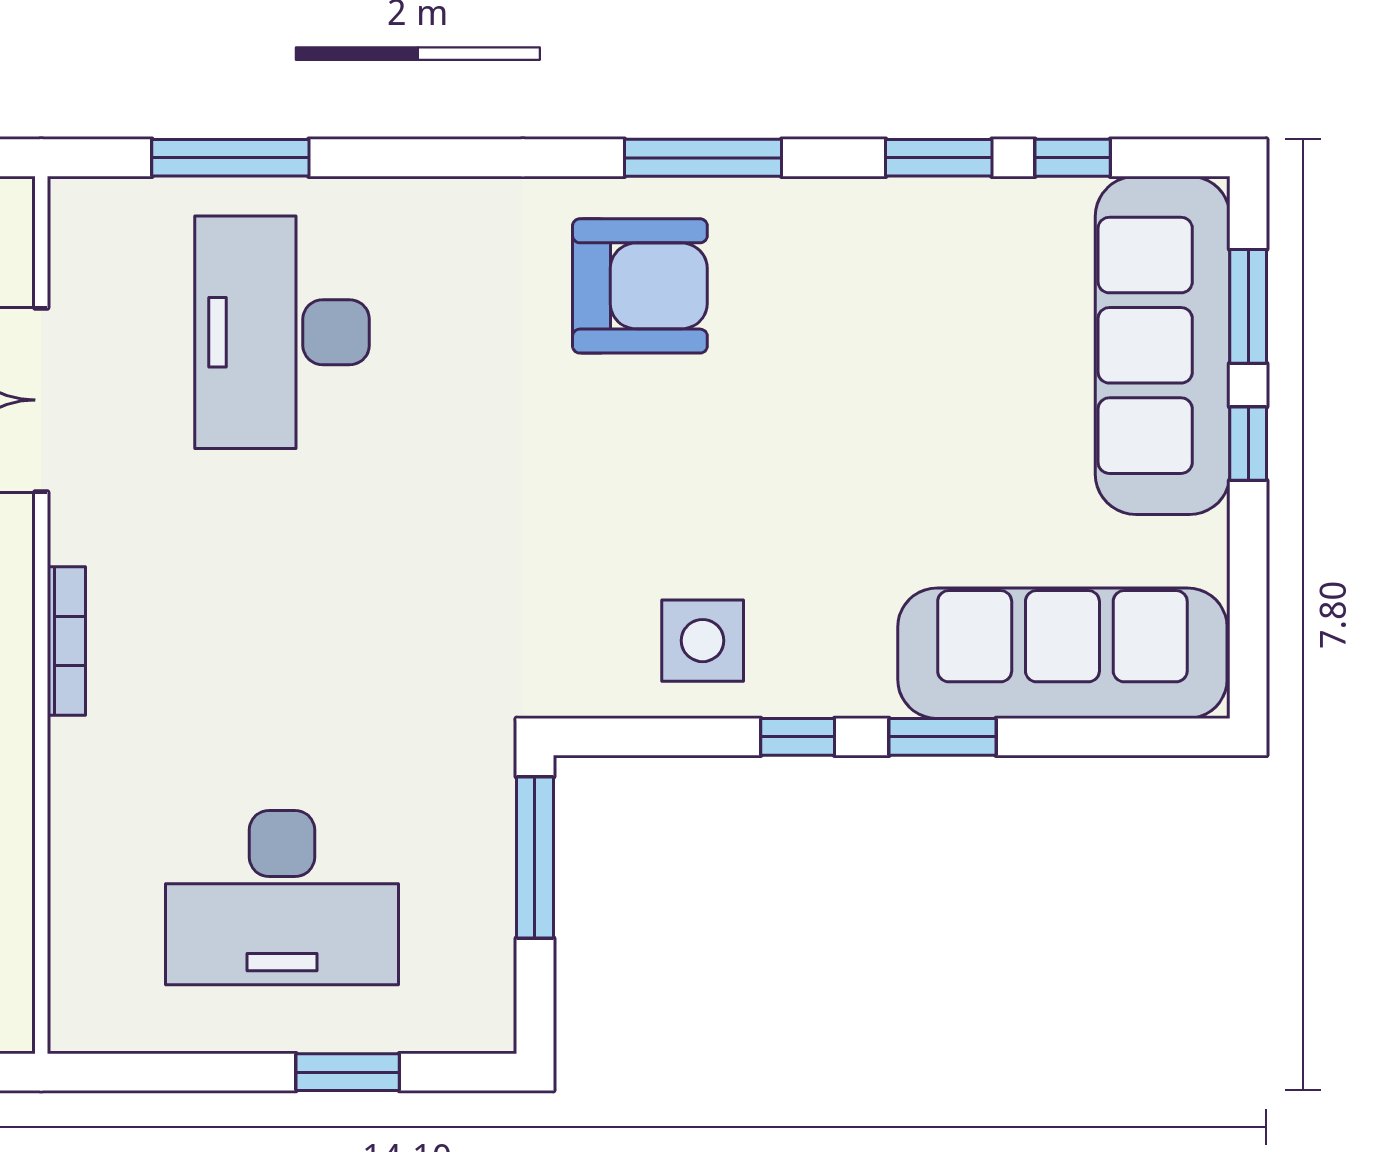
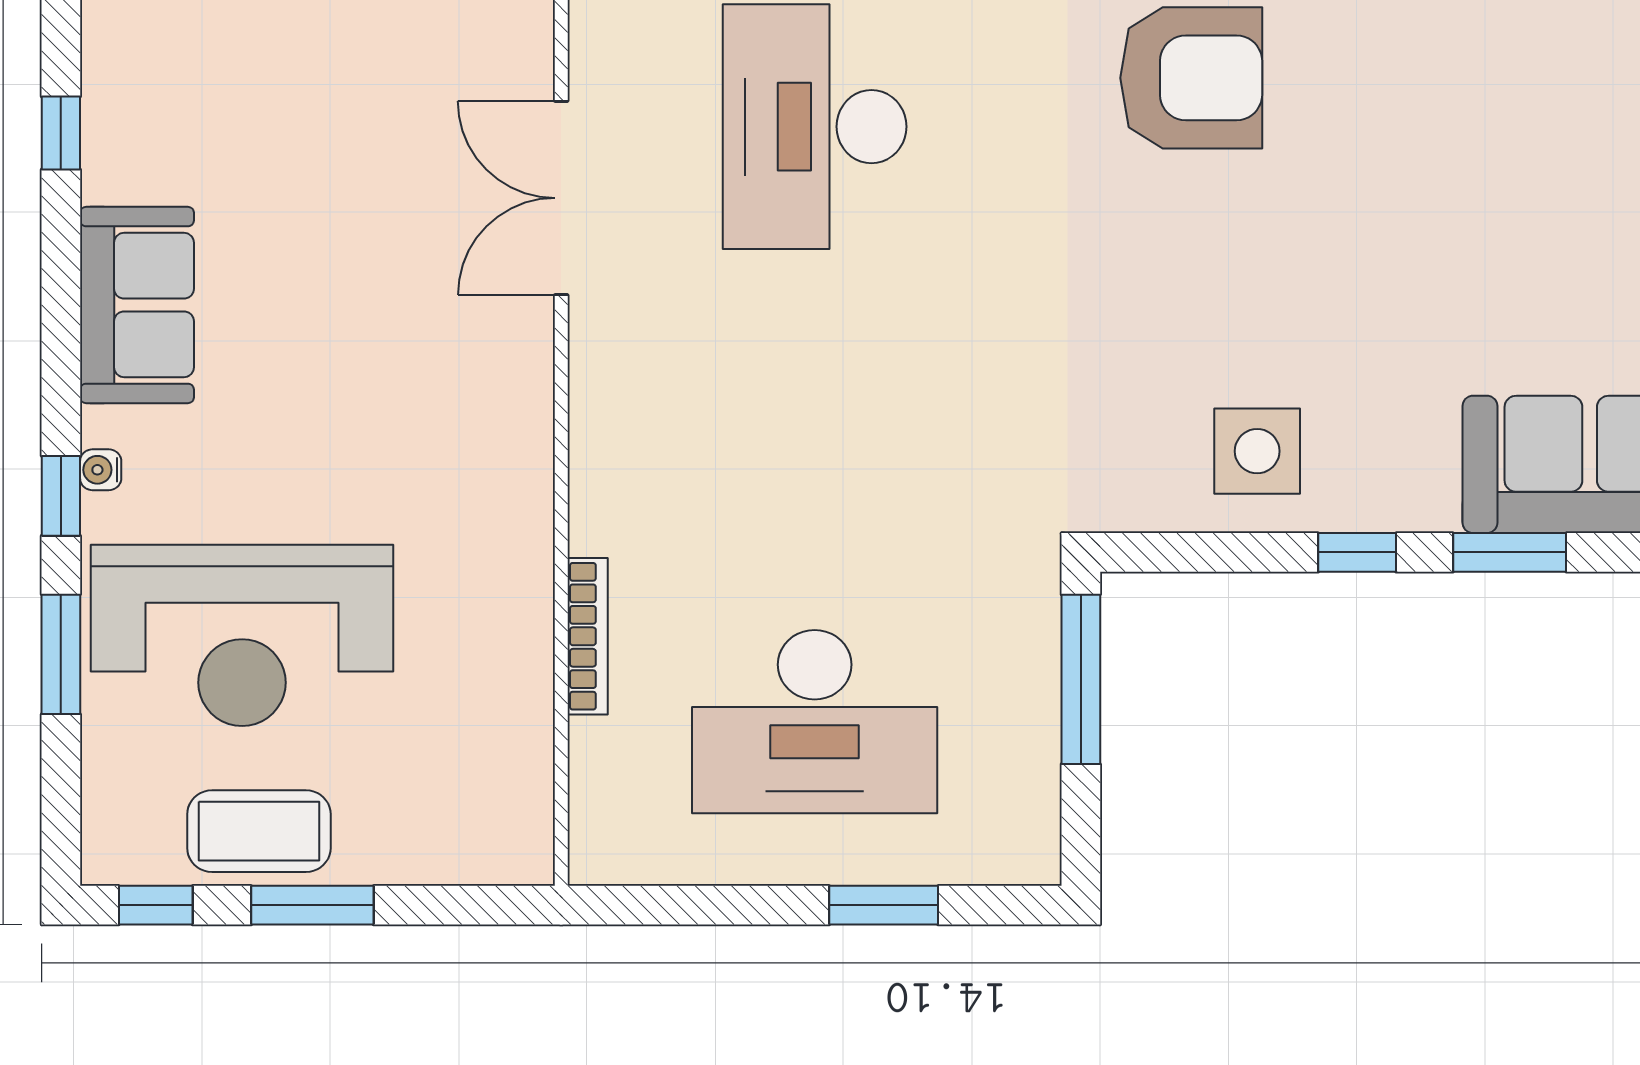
bookcase: (66, 641) -> (588, 636), moved

